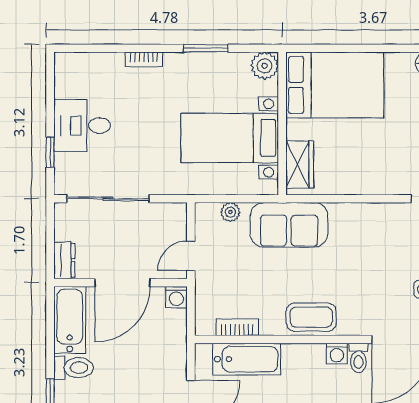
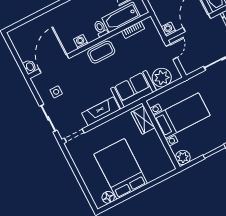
bed: (335, 85) -> (121, 169), moved, turned 90
plant: (230, 212) -> (162, 78), width x1.88, depth x1.88
fireplace: (364, 217) -> (101, 111), added
toilet: (358, 358) -> (101, 29), moved

